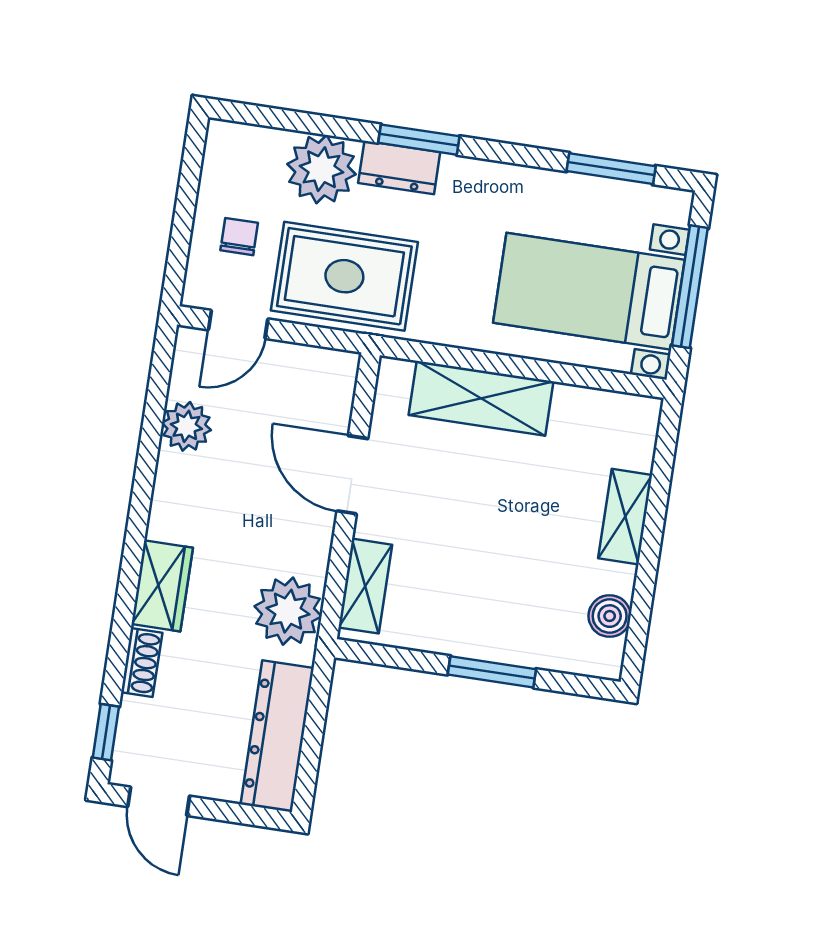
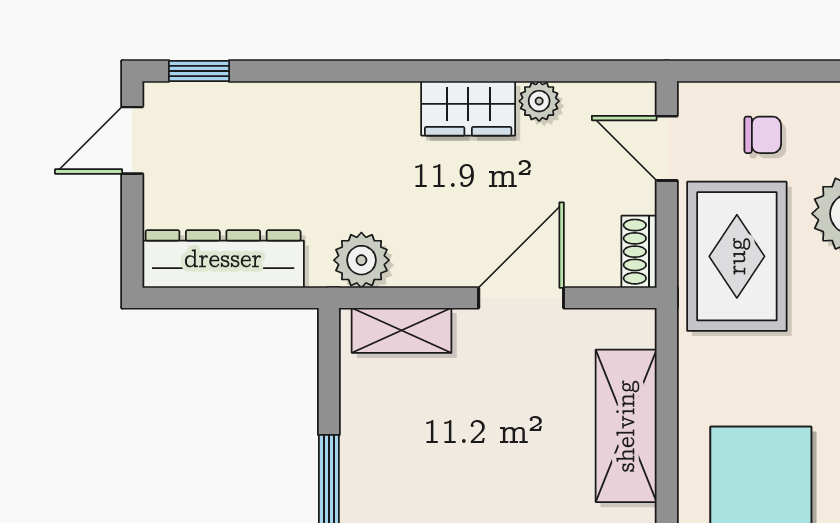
plant: (186, 426) -> (539, 101), width x0.73, depth x0.73
wardrobe: (162, 586) -> (468, 108), moved
plant: (288, 611) -> (361, 260), width x0.73, depth x0.73
shoe rack: (142, 663) -> (639, 252), moved, turned 90

